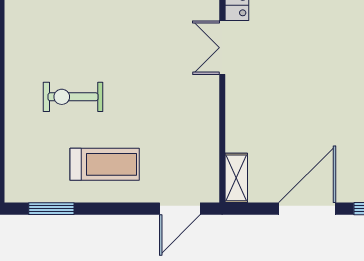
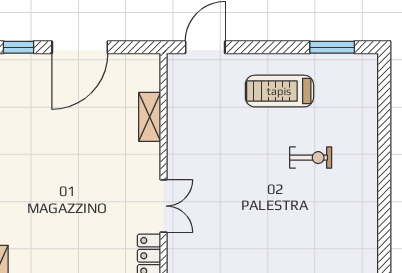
exercise bike: (73, 97) -> (311, 158), width x0.73, depth x0.72
shelving: (236, 178) -> (150, 117), moved

